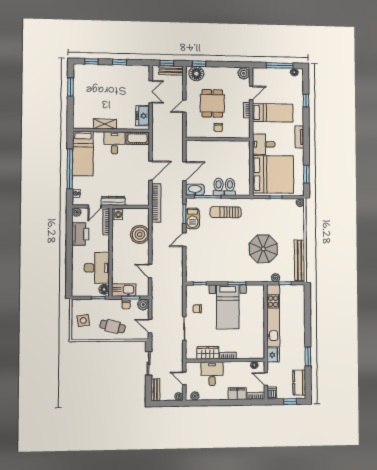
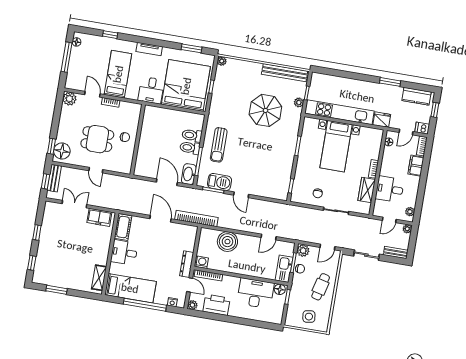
shelving: (105, 124) -> (99, 278), moved
bed with nightstands: (228, 307) -> (336, 146), moved, turned 90

